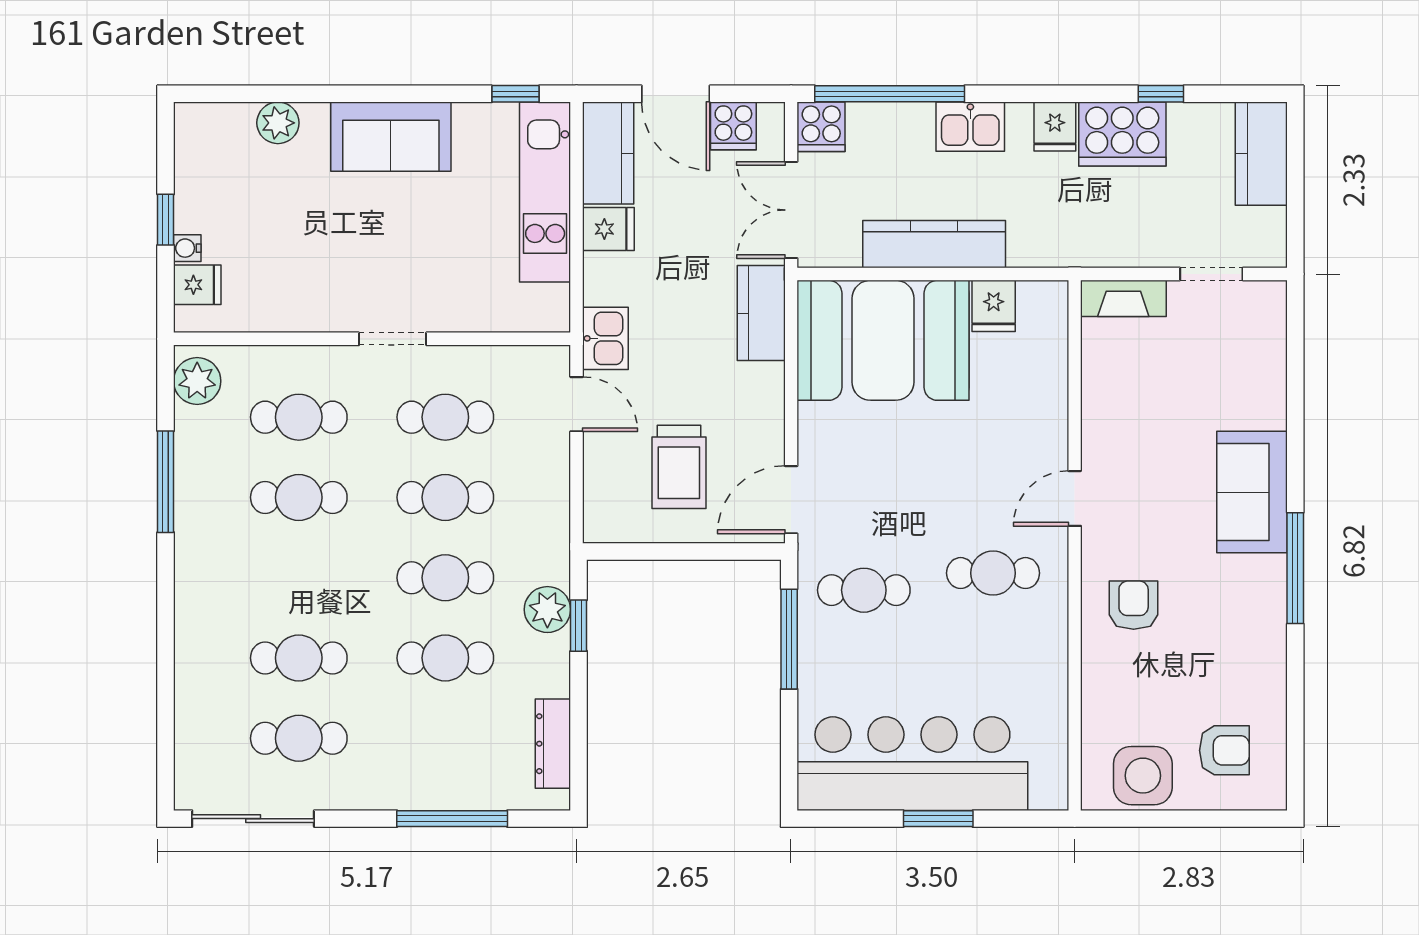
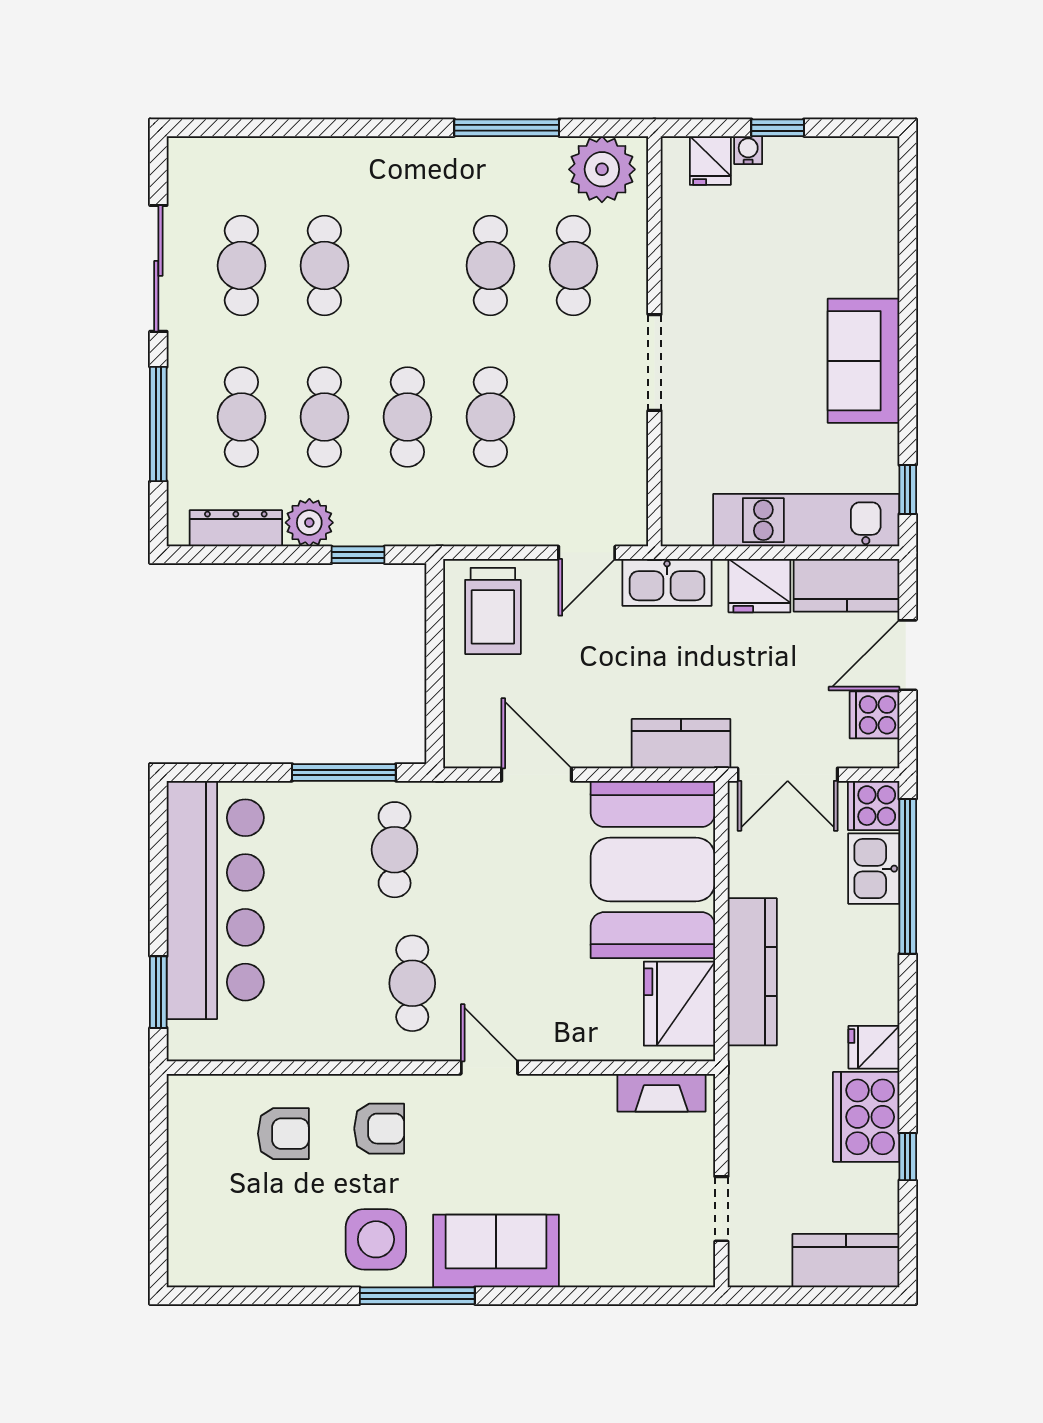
plant: (278, 123) -> (878, 244), removed
kitchen sink: (970, 127) -> (874, 869), moved
double door: (791, 210) -> (788, 775), swing flipped
fridge: (608, 229) -> (759, 586), width x1.38
kitchen counter: (934, 244) -> (752, 972), moved
fireplace: (1123, 298) -> (662, 1093), moved, turned -90
fridge: (994, 306) -> (679, 1004), width x1.88, depth x1.34
kitchen sink: (605, 338) -> (667, 582), width x1.38
doorway: (393, 339) -> (654, 362), width x1.38
plant: (197, 381) -> (602, 169), width x1.36, depth x1.36
cafe table: (445, 417) -> (241, 417), moved
trolley: (679, 467) -> (493, 611), moved, turned -90
door: (791, 500) -> (536, 775), moved
plant: (547, 610) -> (309, 523), moved
armchair: (1224, 750) -> (283, 1134), moved, turned -90
side table: (1143, 776) -> (376, 1239), moved
sliding door: (253, 819) -> (158, 268), moved
window: (938, 819) -> (158, 992), moved

